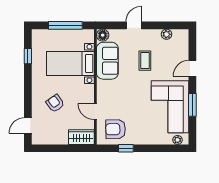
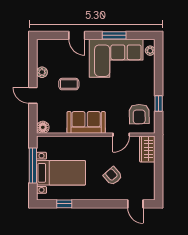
plant: (167, 34) -> (42, 72), moved
sofa: (107, 61) -> (86, 122), moved
bed with nightstands: (70, 63) -> (61, 173), moved, turned -90
armchair: (55, 103) -> (113, 176), turned 84

